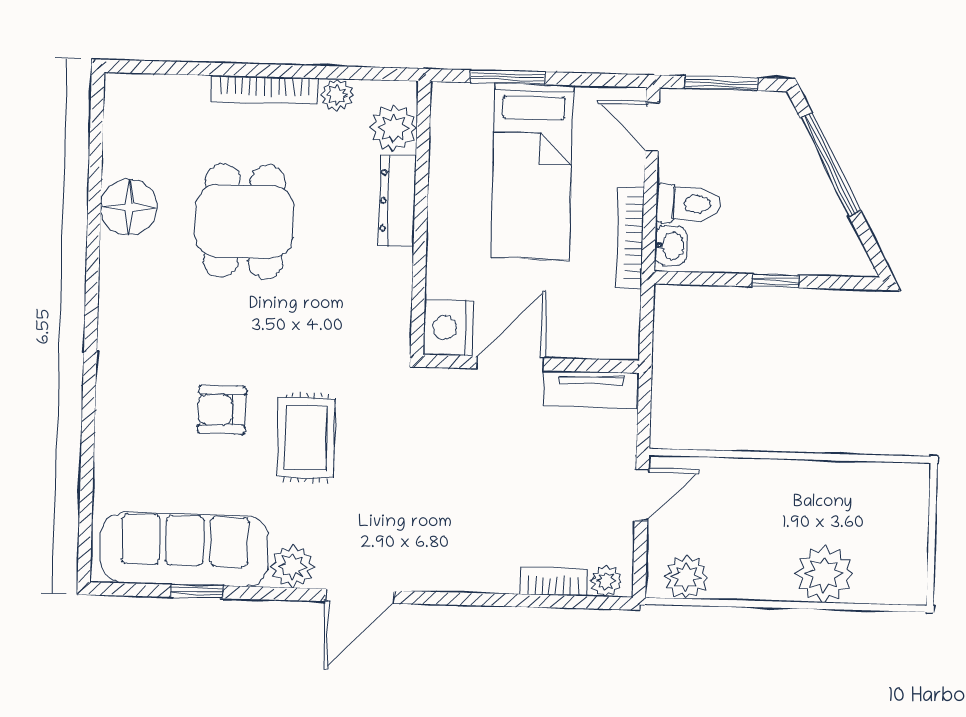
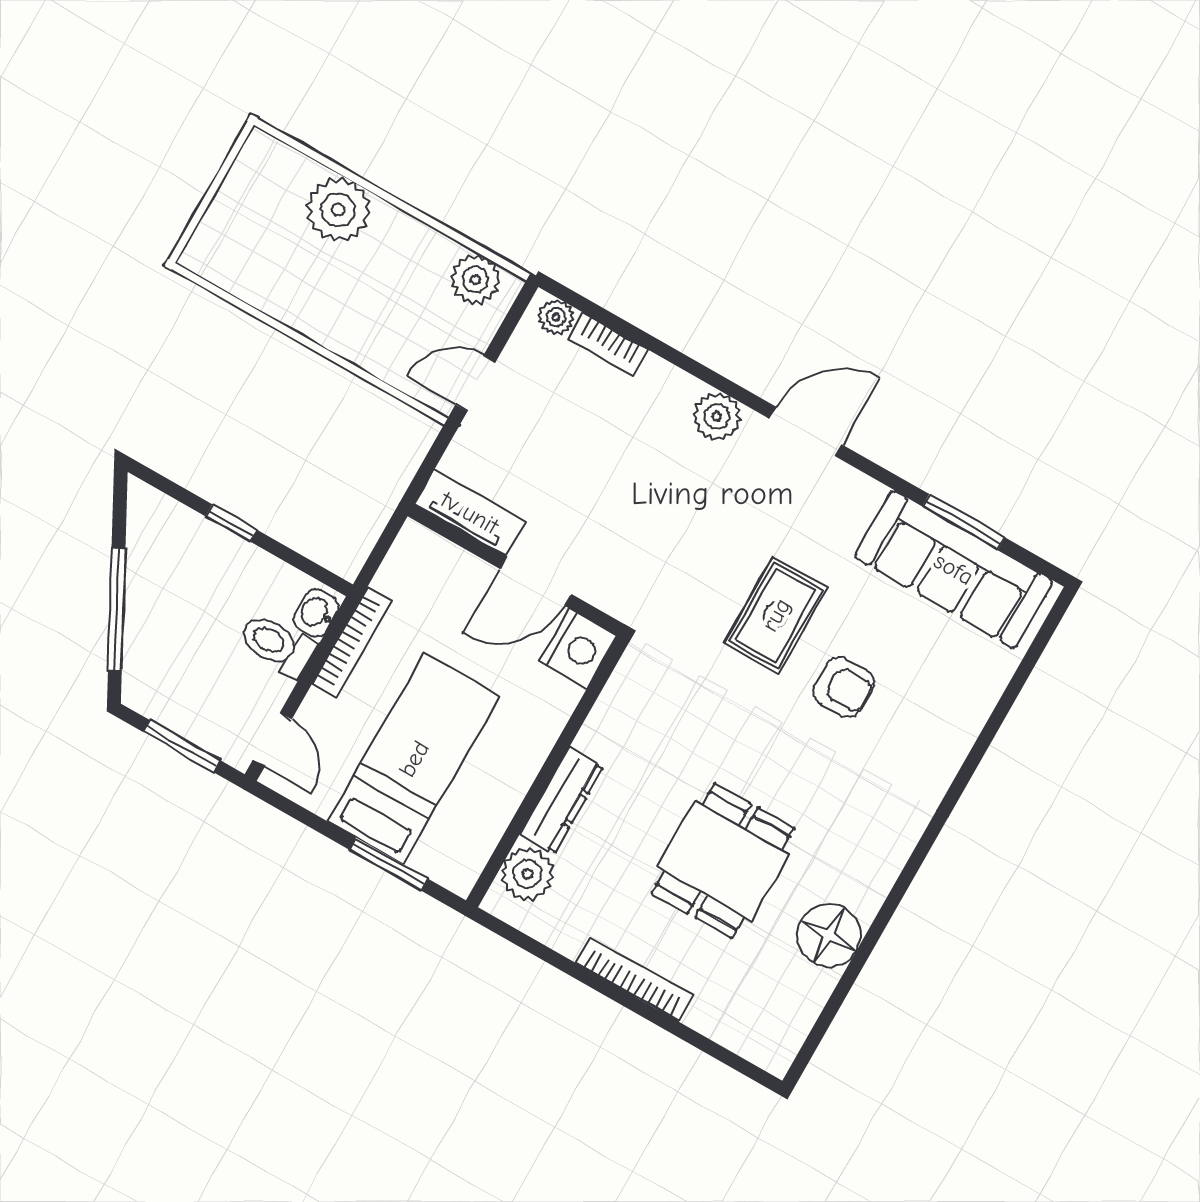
plant: (337, 95) -> (565, 936), removed
plant: (292, 566) -> (717, 416), moved
window: (197, 591) -> (964, 522), width x1.50

